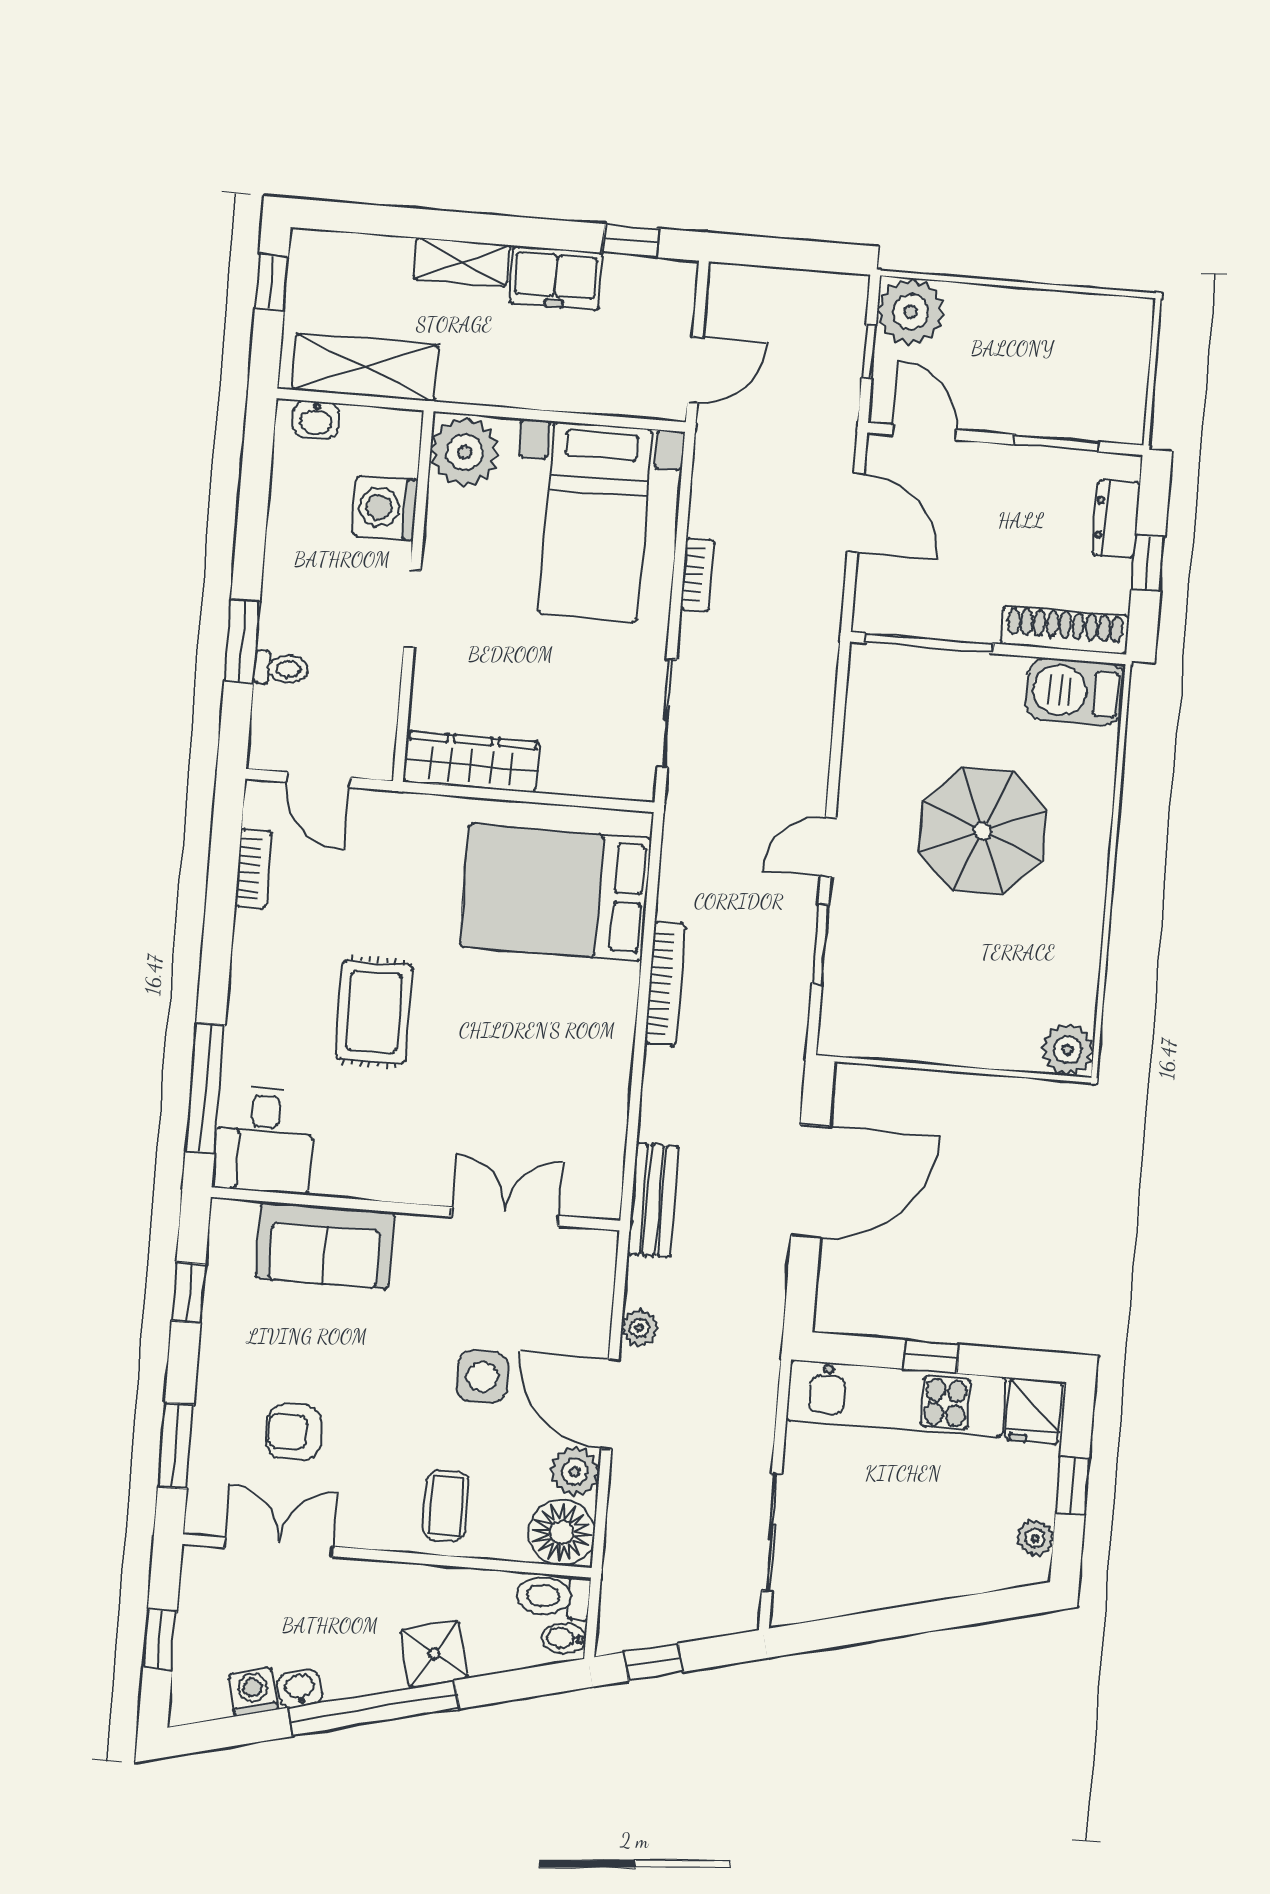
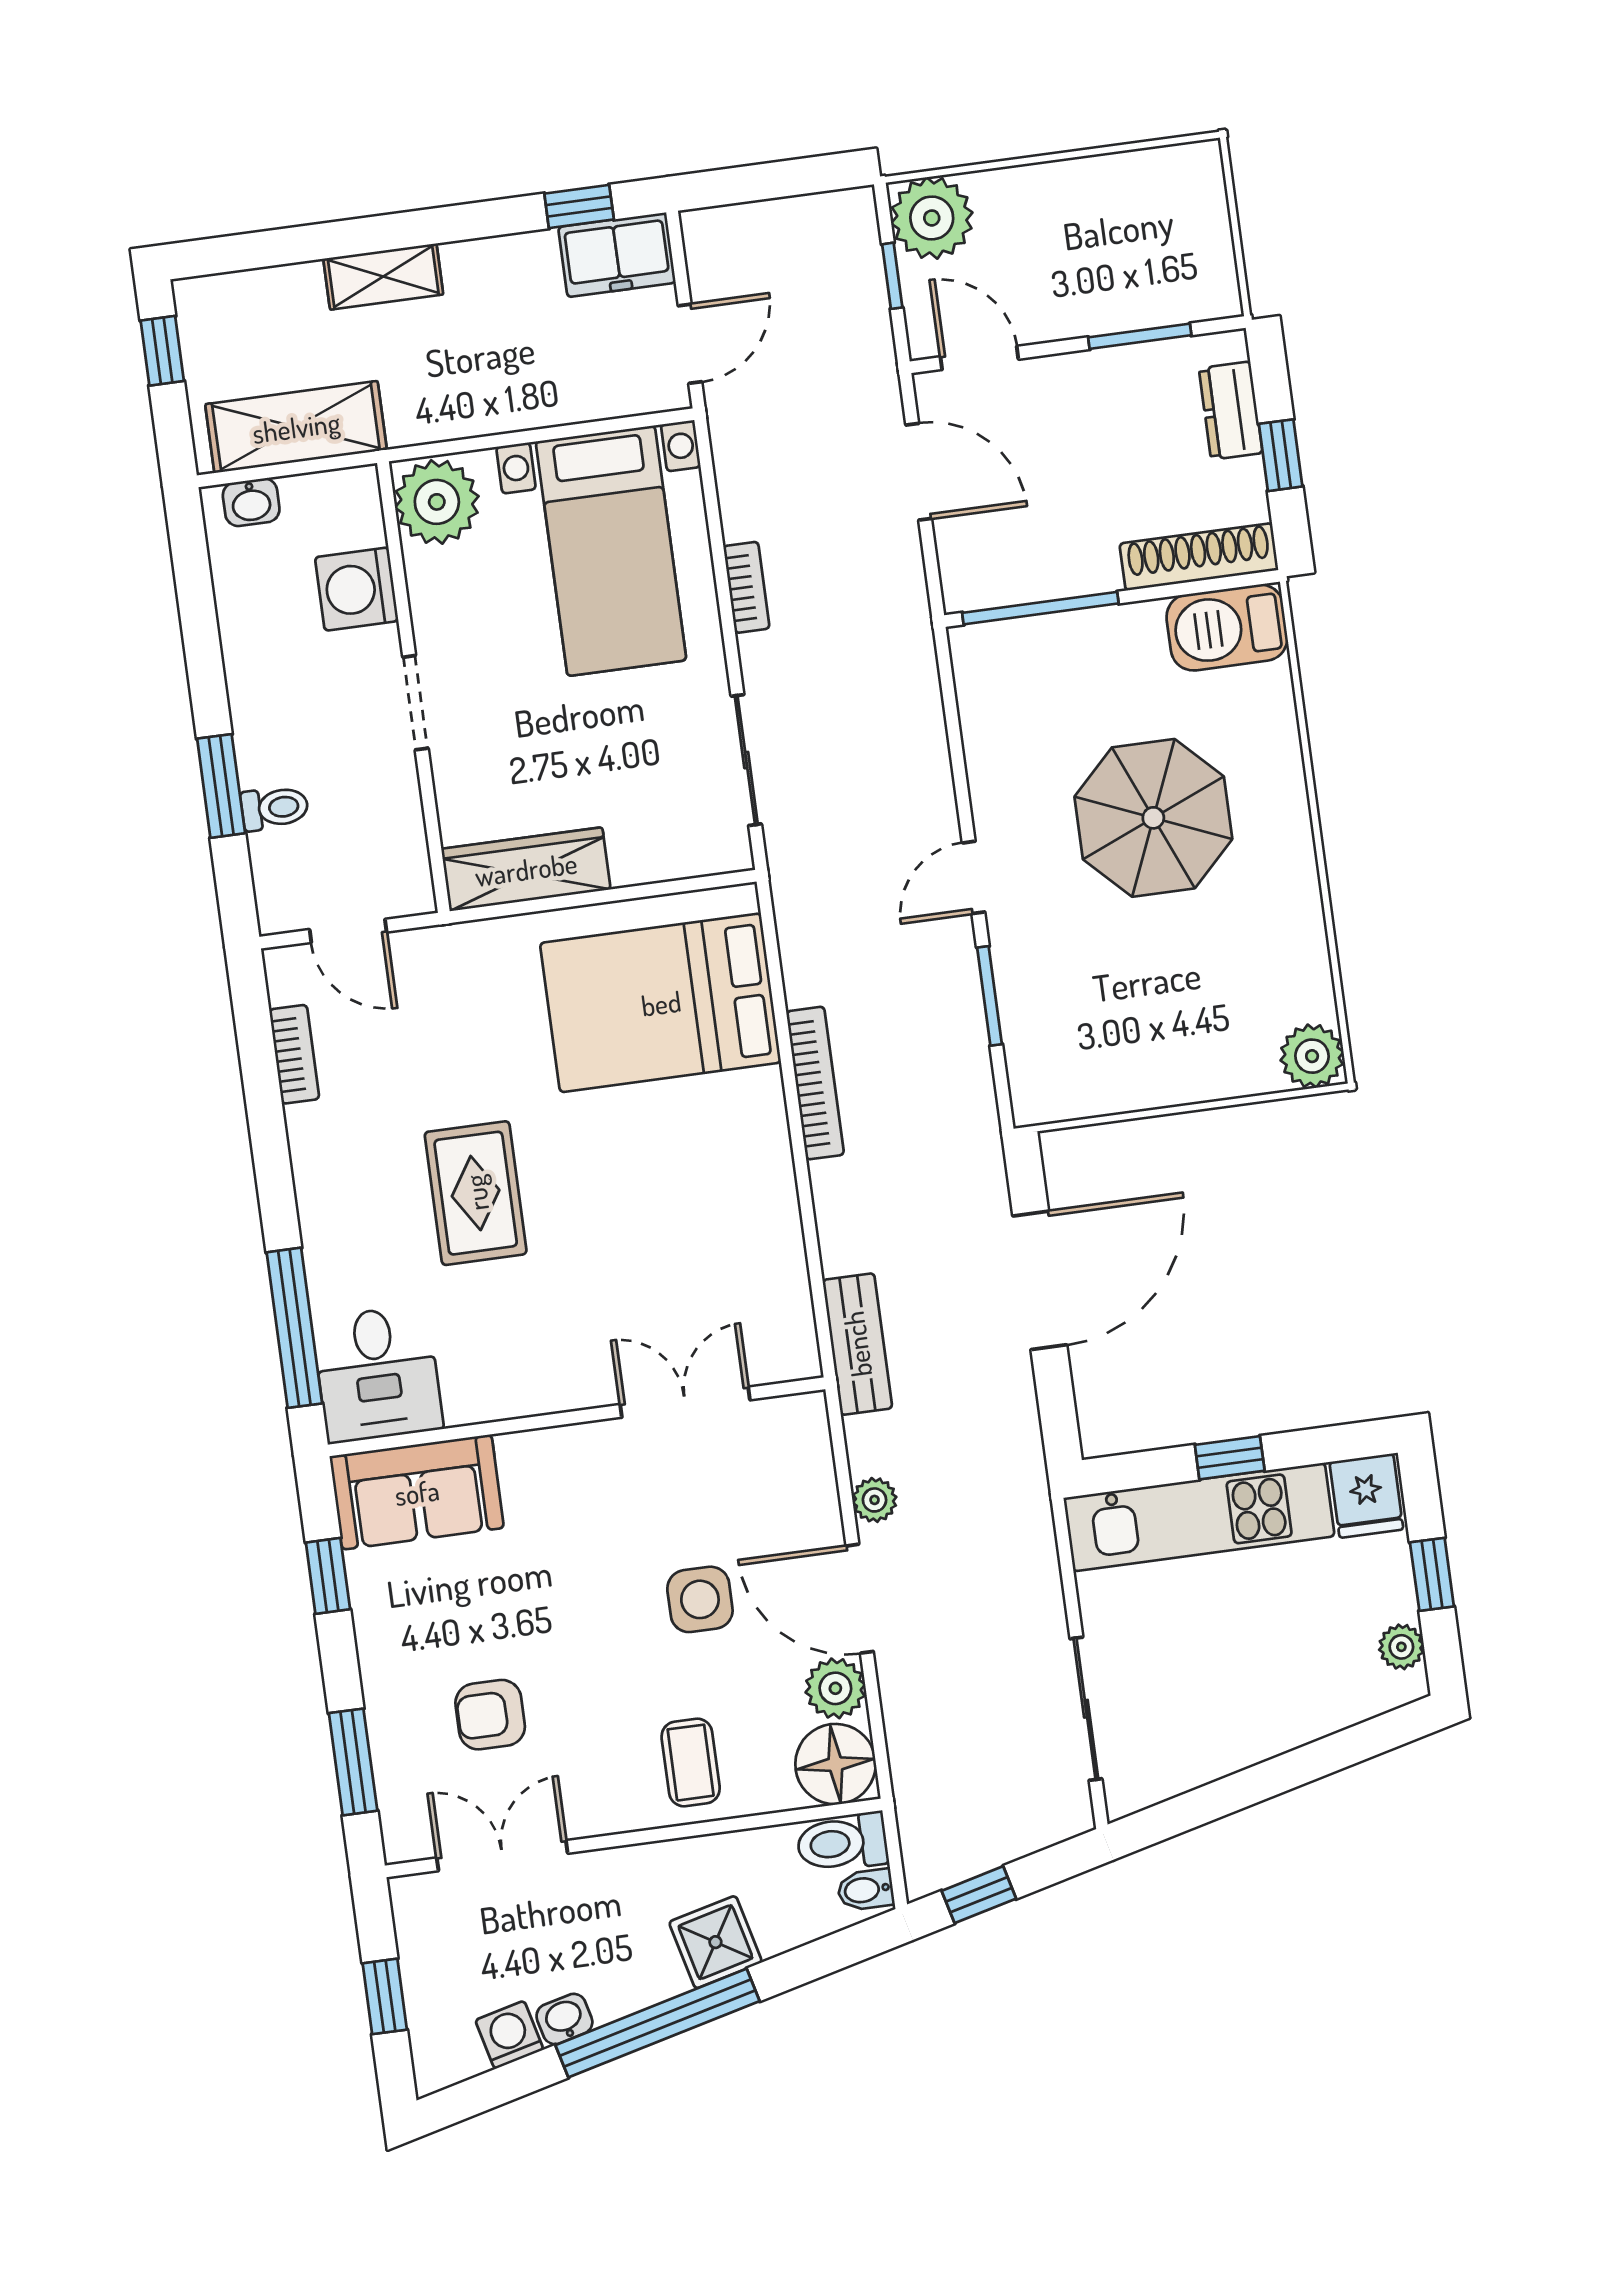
freezer: (556, 278) -> (617, 255), moved
sofa: (325, 1245) -> (417, 1492), moved

